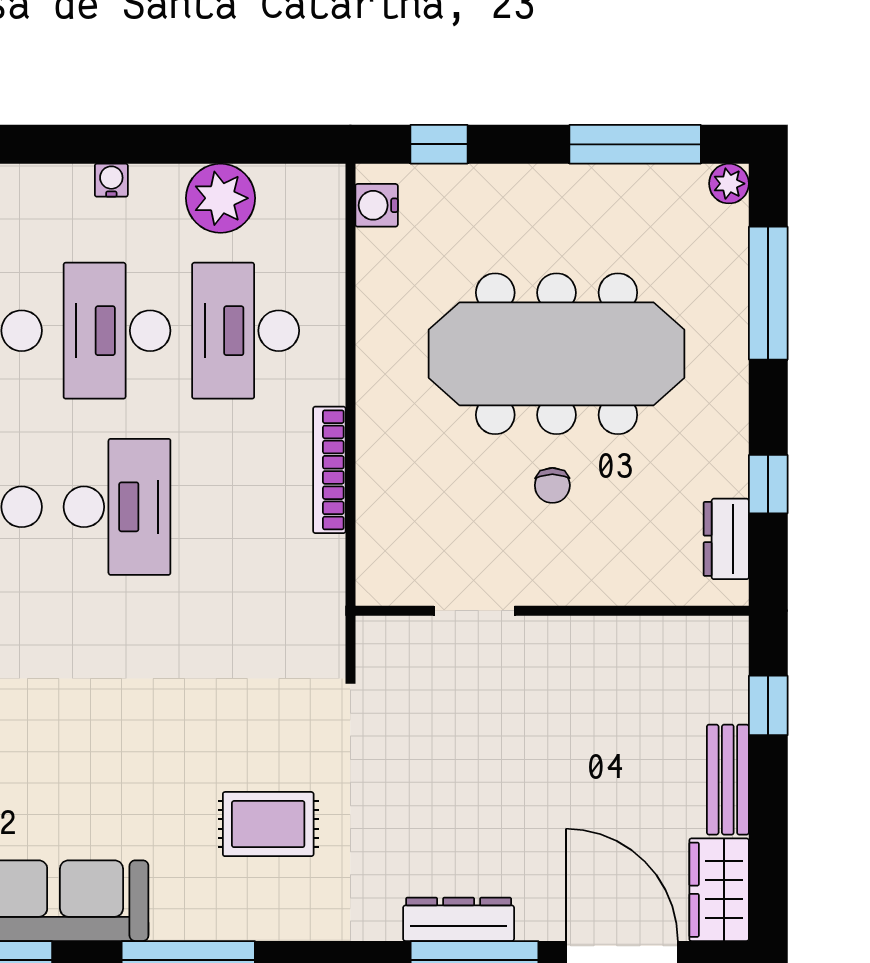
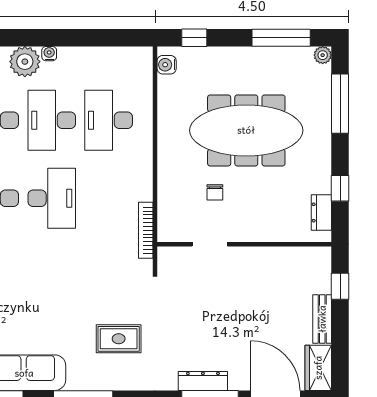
plant: (221, 198) -> (25, 62), moved
bookcase: (329, 470) -> (146, 230), moved
chair: (552, 485) -> (215, 192), moved

